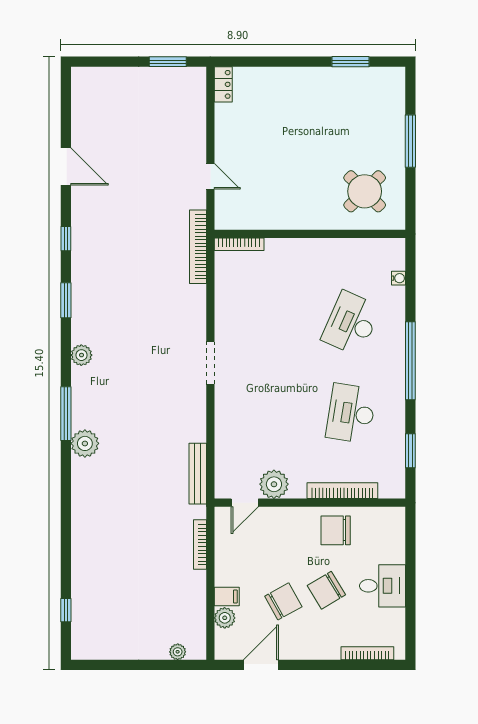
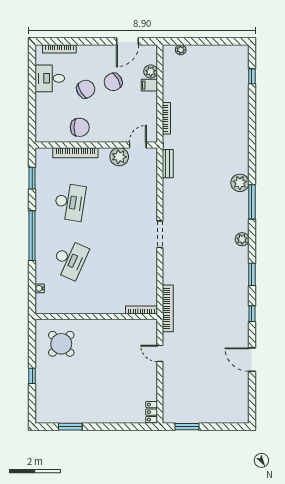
window: (410, 141) -> (32, 376), width x0.46
bench: (198, 474) -> (168, 164), width x0.73
desk: (382, 586) -> (50, 78), moved

